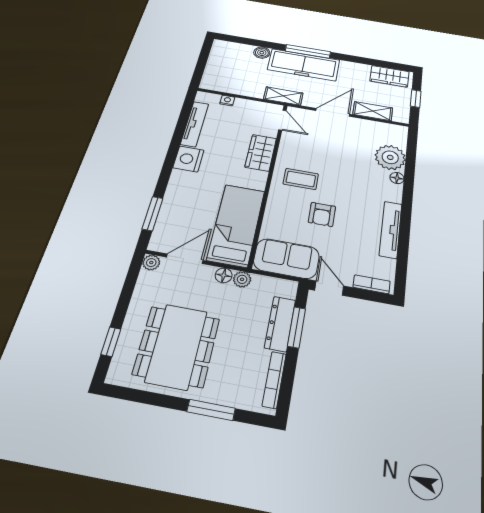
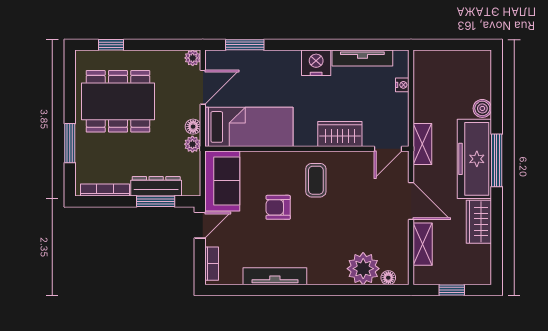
wardrobe: (390, 76) -> (479, 222), moved
floor lamp: (397, 178) -> (388, 278), moved
door: (185, 259) -> (203, 87), hinge flipped

